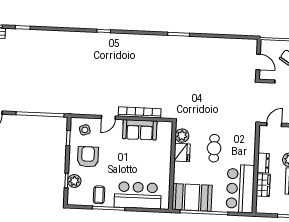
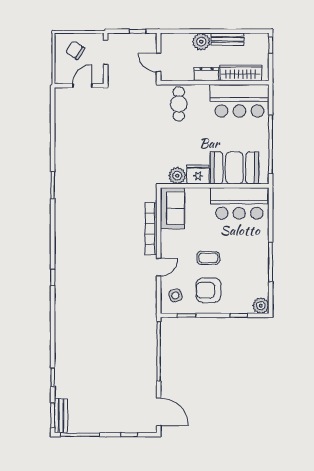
door: (108, 117) -> (159, 267), hinge flipped
sofa: (140, 130) -> (172, 208), moved
cafe table: (214, 148) -> (179, 104), moved, turned 90
plant: (74, 181) -> (261, 306), moved
wardrobe: (263, 185) -> (241, 73), width x1.50
coffee table: (99, 195) -> (208, 258), moved
bar counter: (138, 195) -> (239, 203), moved, turned -90
booth: (192, 197) -> (234, 168), moved, turned 90

